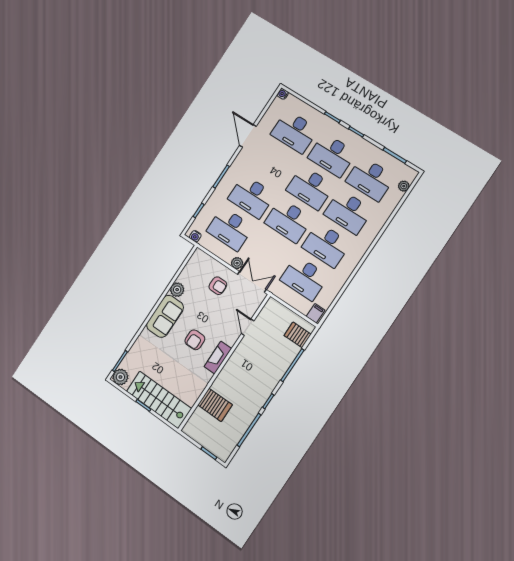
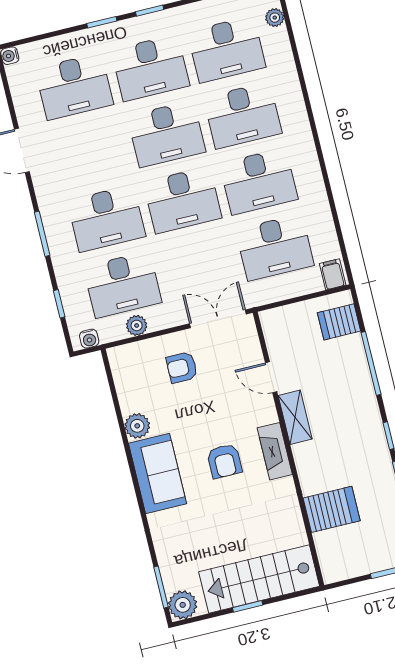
plant: (237, 263) -> (137, 325), moved
armchair: (218, 286) -> (182, 367), turned 180
shelving: (240, 353) -> (295, 417), added

